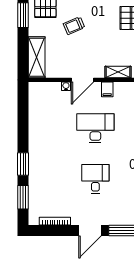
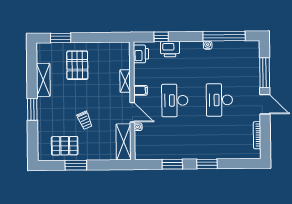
shelving: (37, 57) -> (124, 142), moved, turned 90
desk: (95, 179) -> (219, 100), width x1.37
window: (23, 197) -> (172, 164), moved

